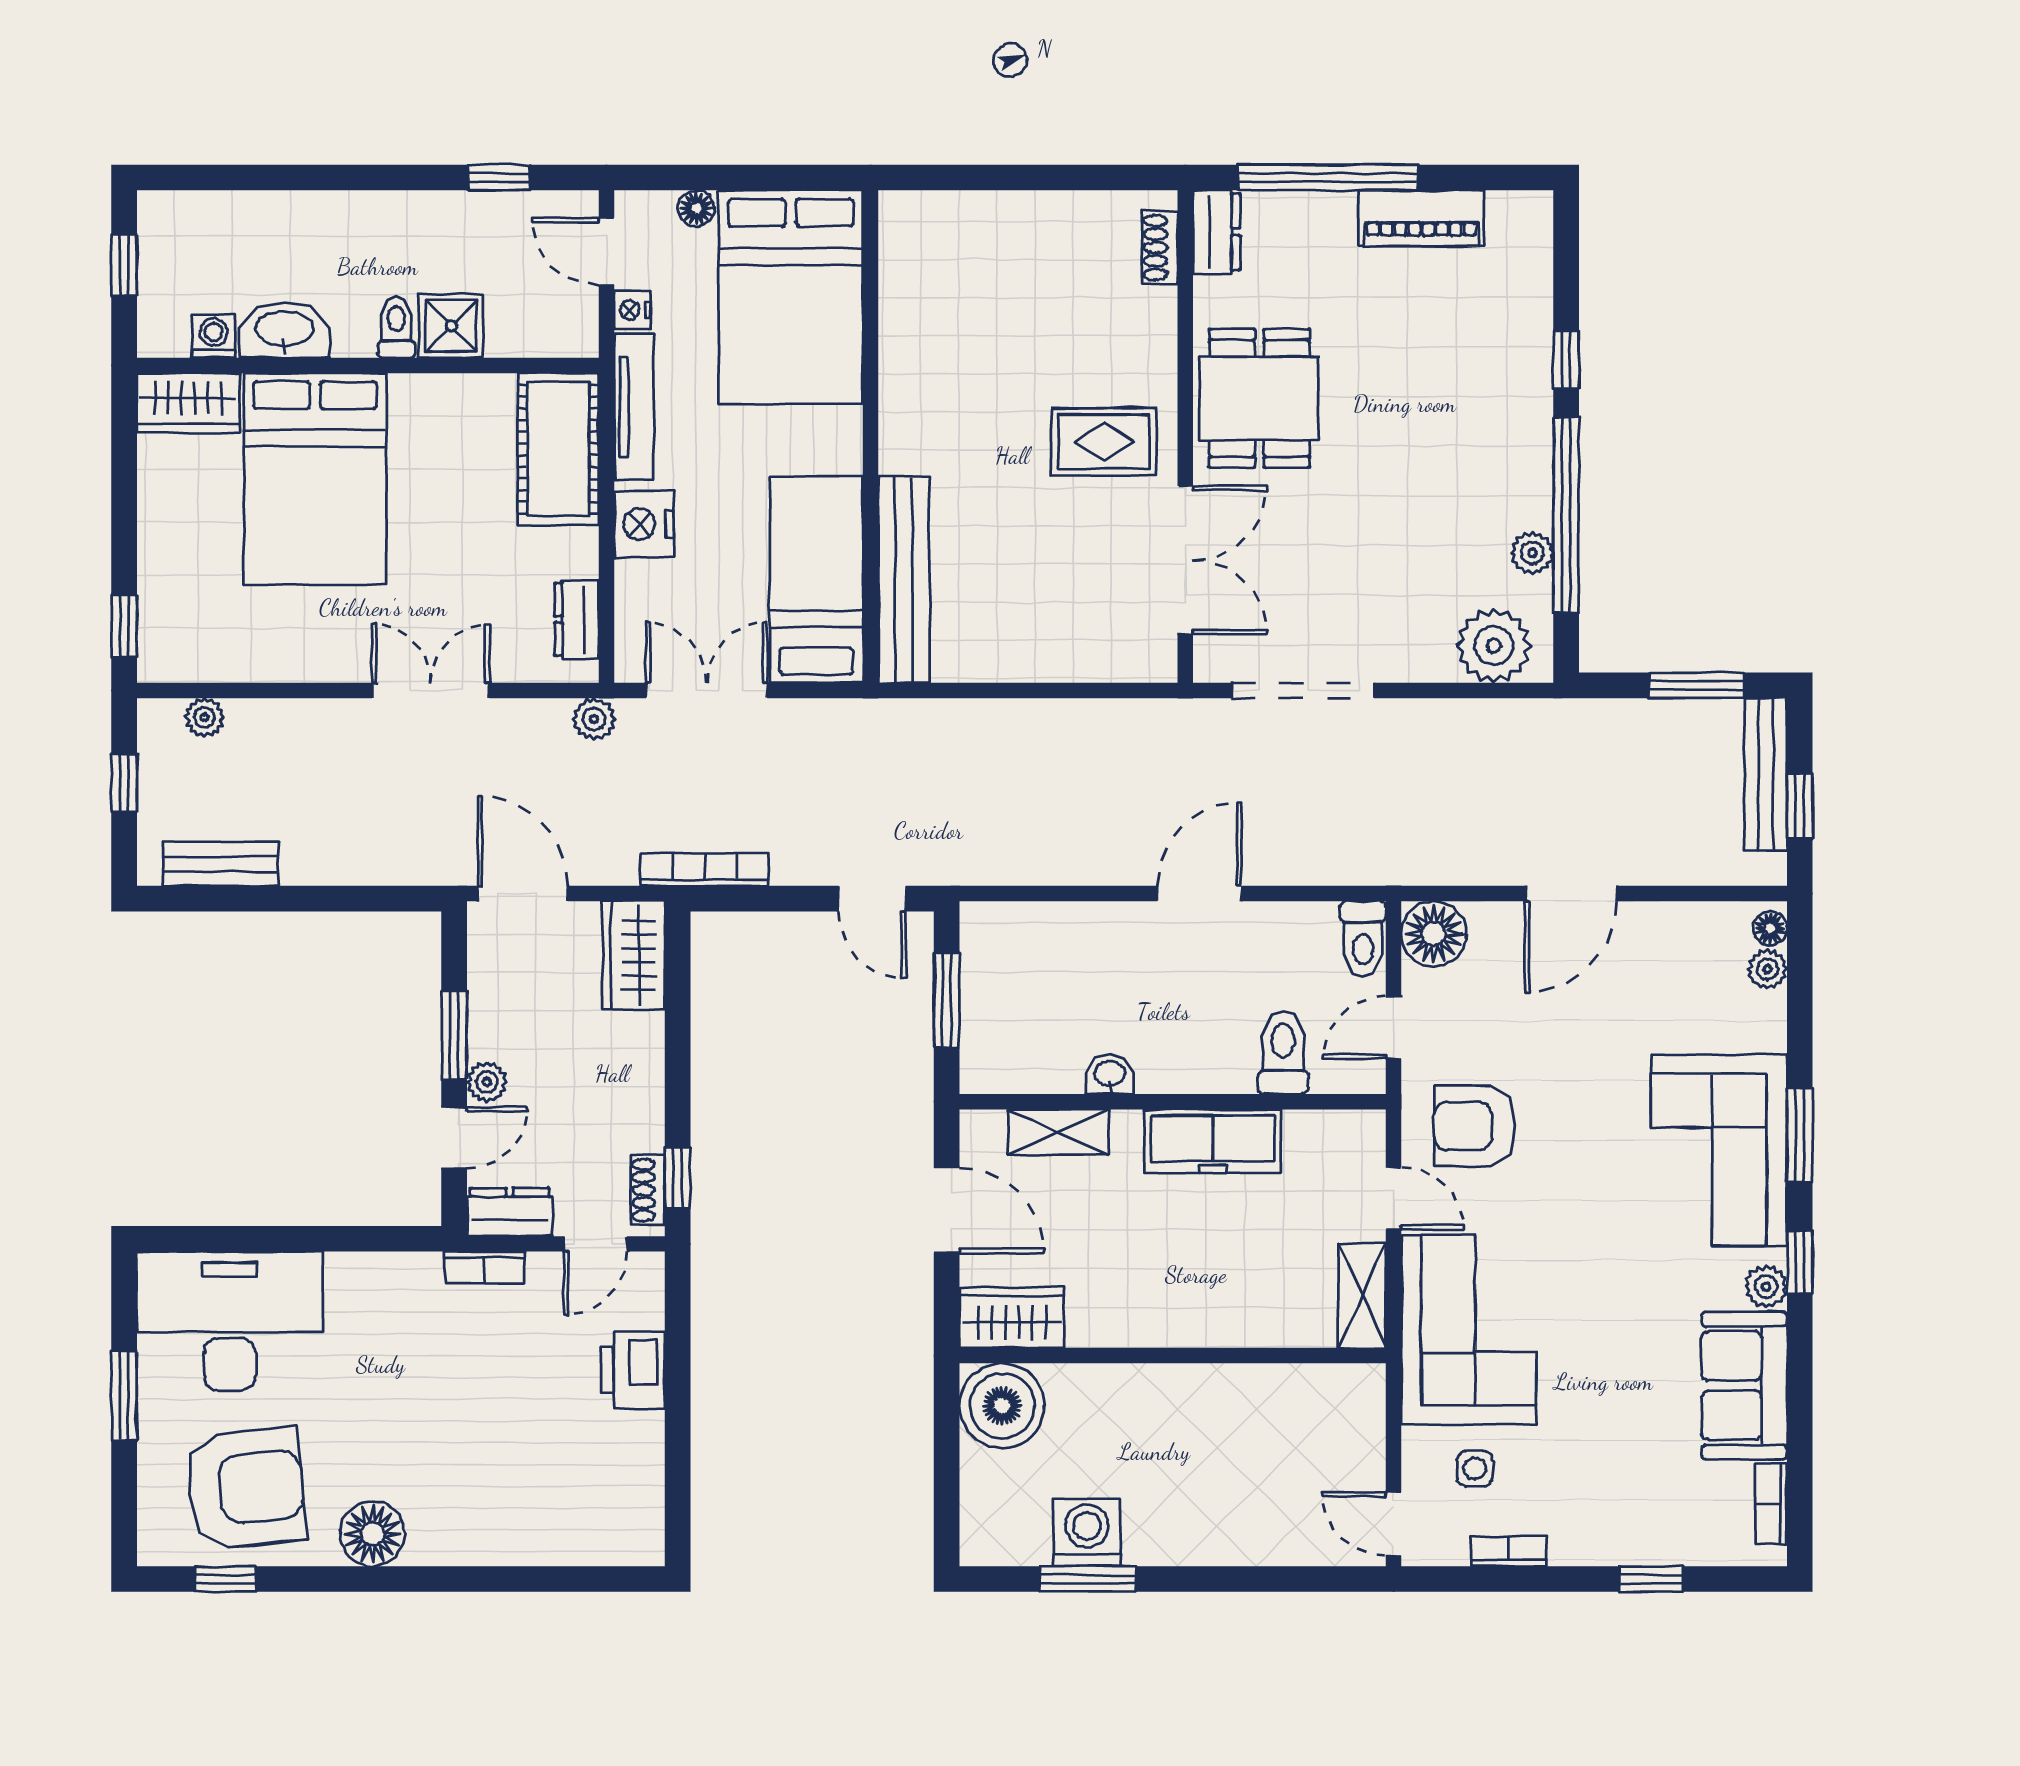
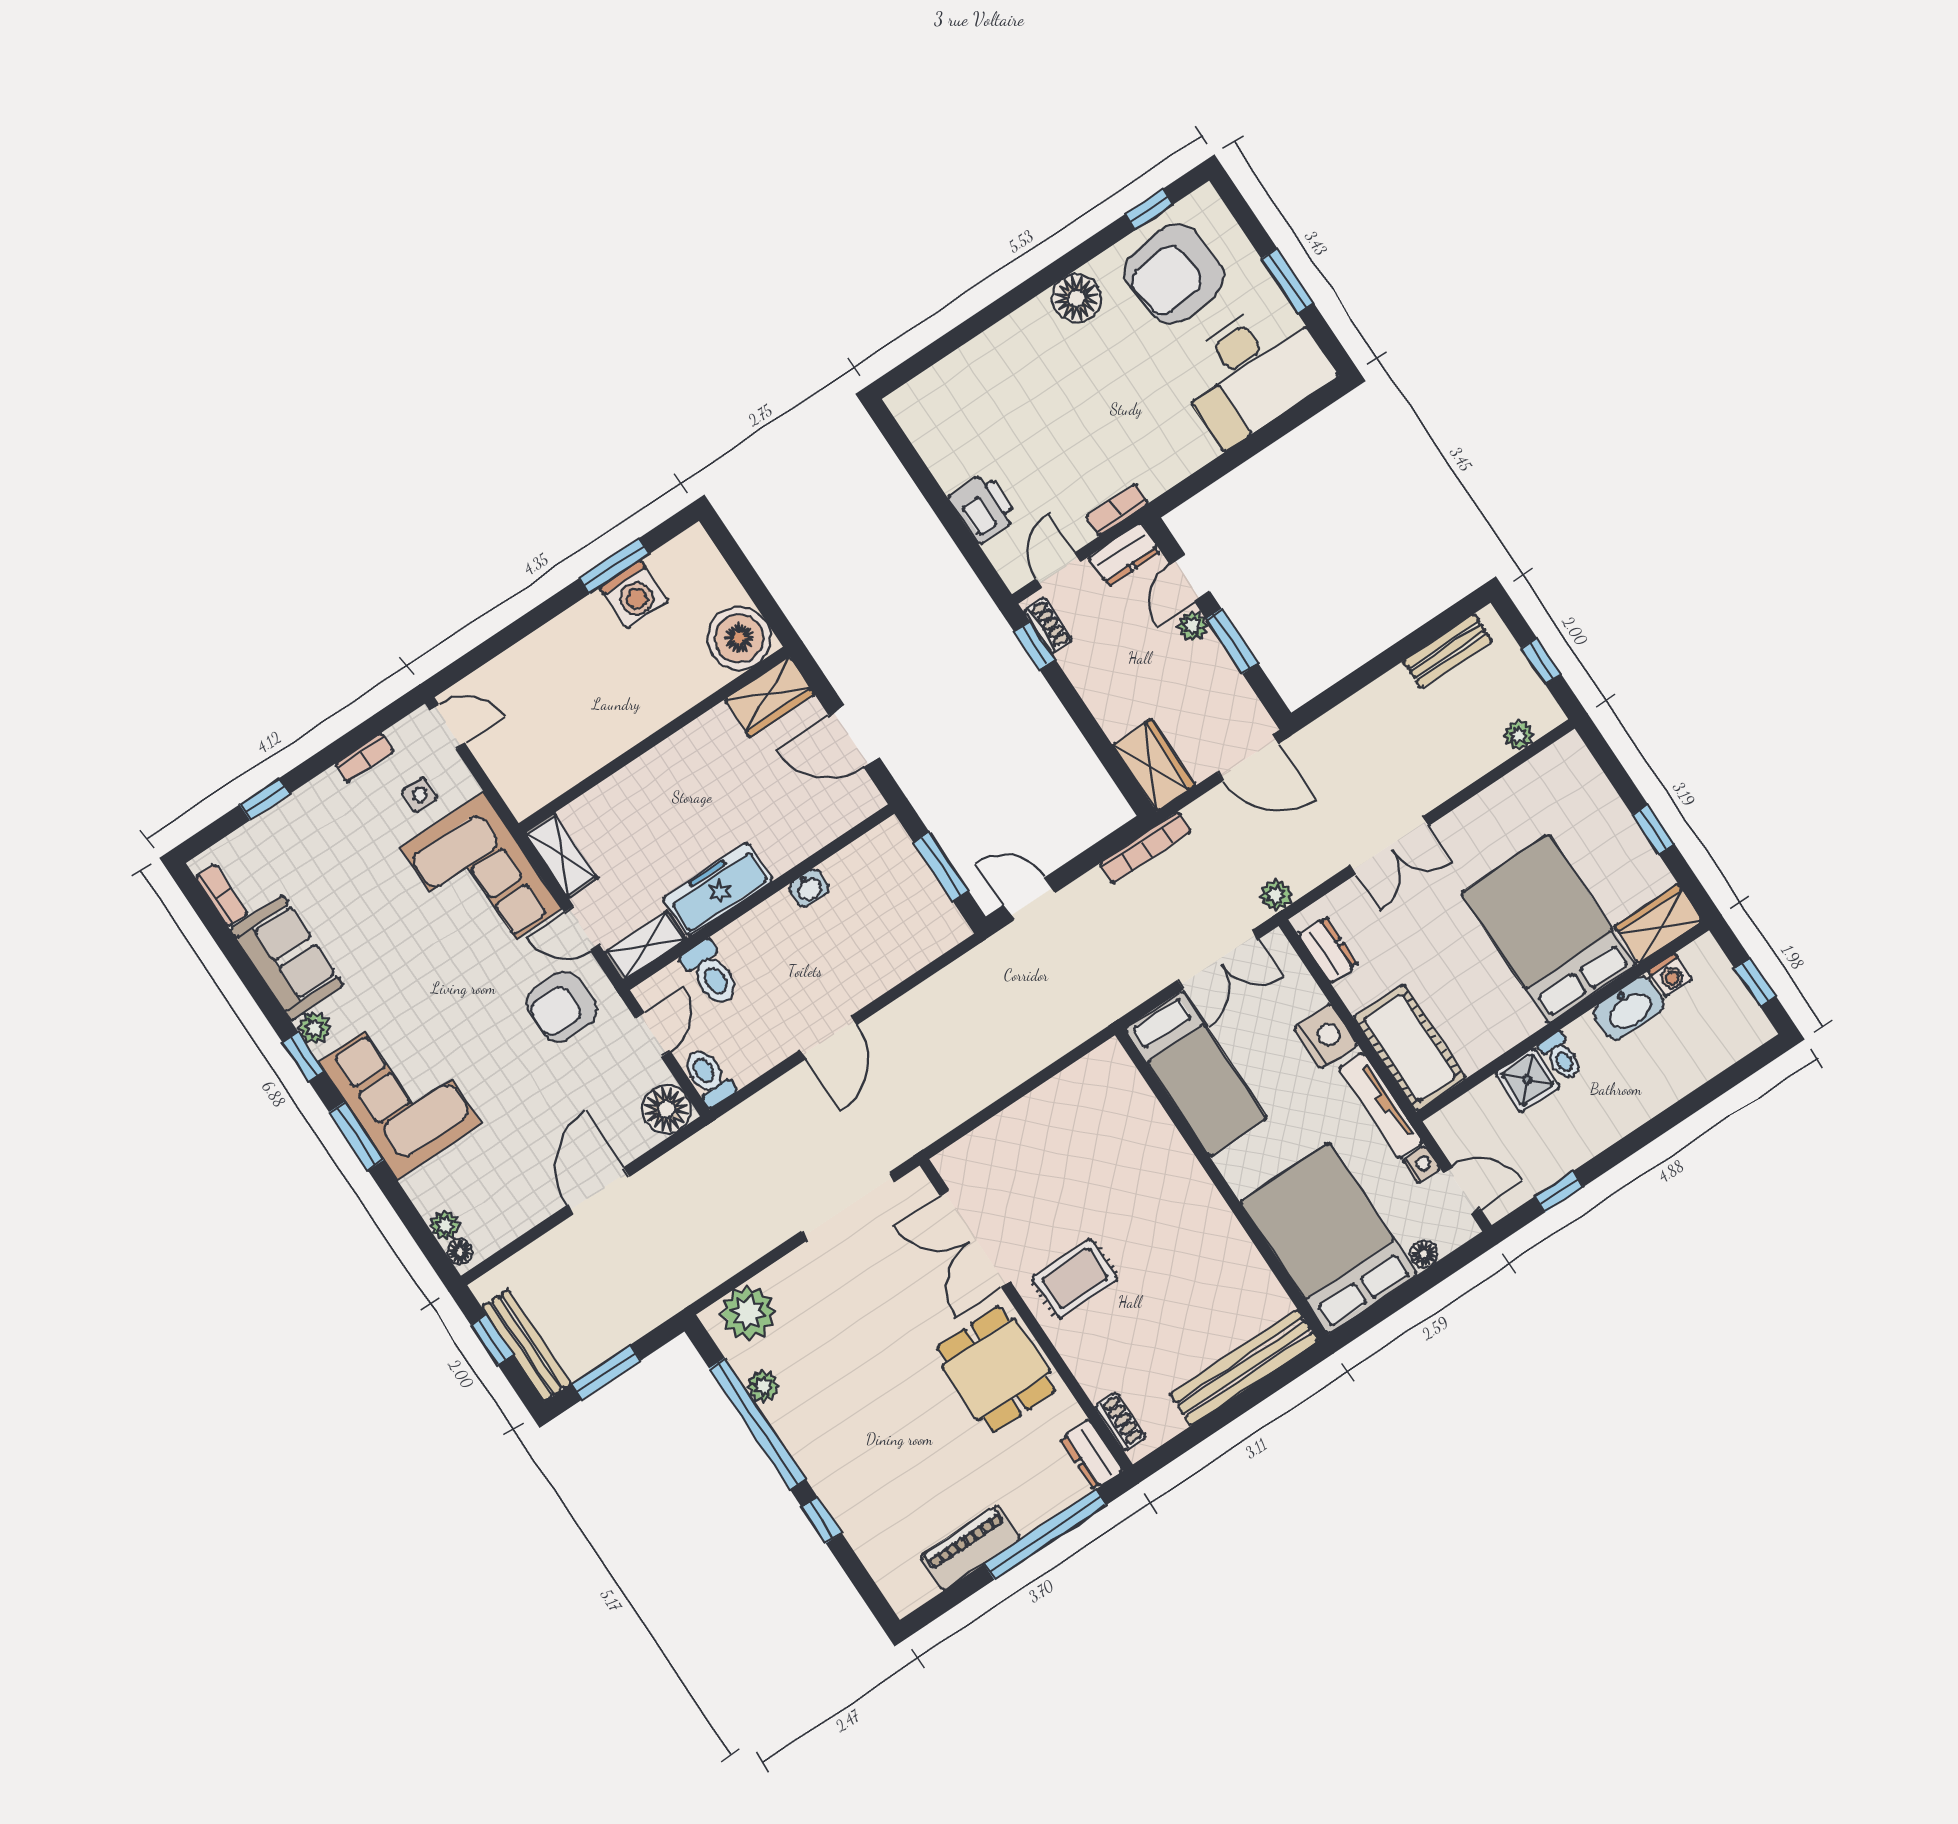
bench: (904, 580) -> (1244, 1367), moved, turned 90
window: (124, 626) -> (1653, 829), moved
armchair: (1474, 1126) -> (562, 1007), turned 180
shelving: (1058, 1132) -> (645, 946), moved

